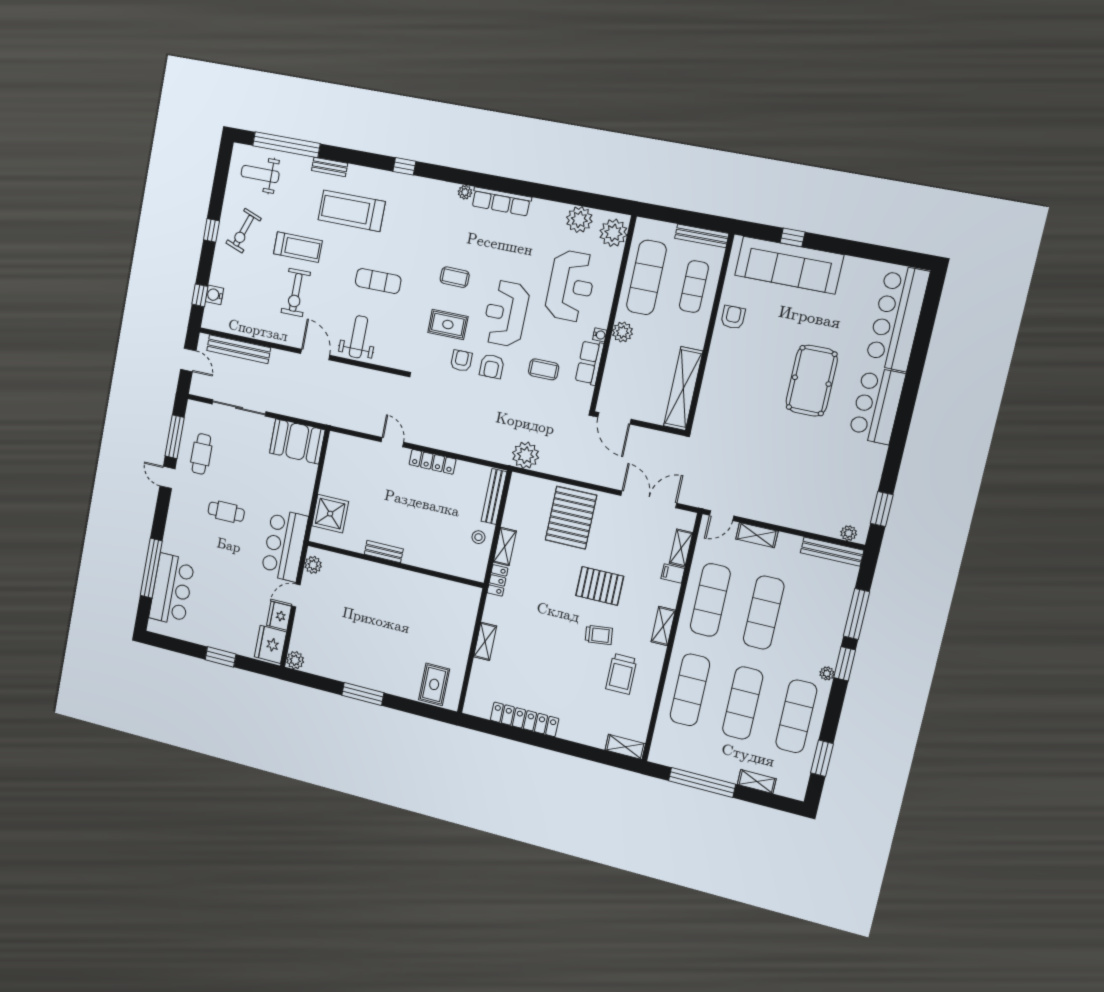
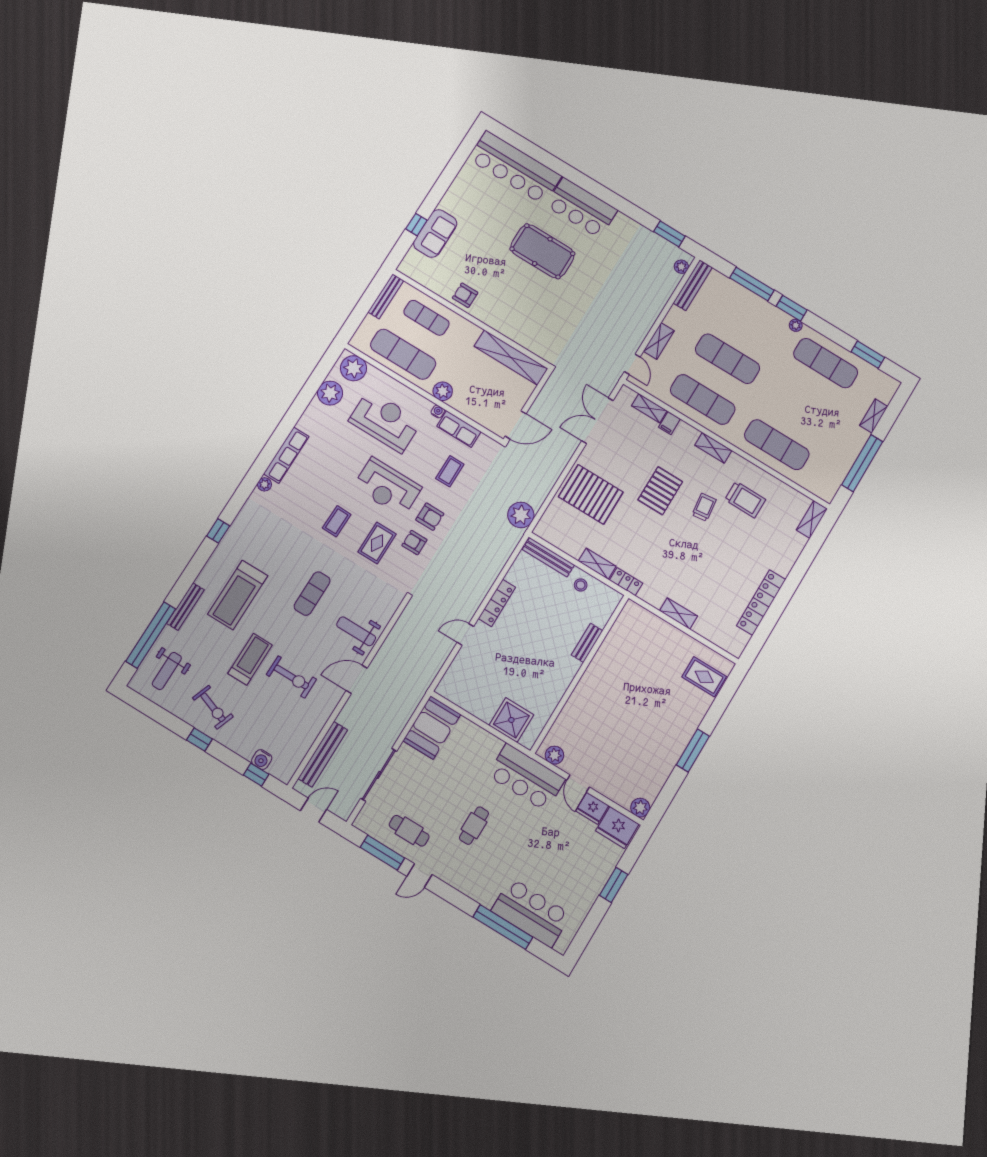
bench: (330, 167) -> (185, 607), width x1.36
sofa: (789, 265) -> (435, 233), width x0.54, depth x0.79
bench: (384, 552) -> (587, 643), moved
exercise mat: (743, 703) -> (801, 404), removed

